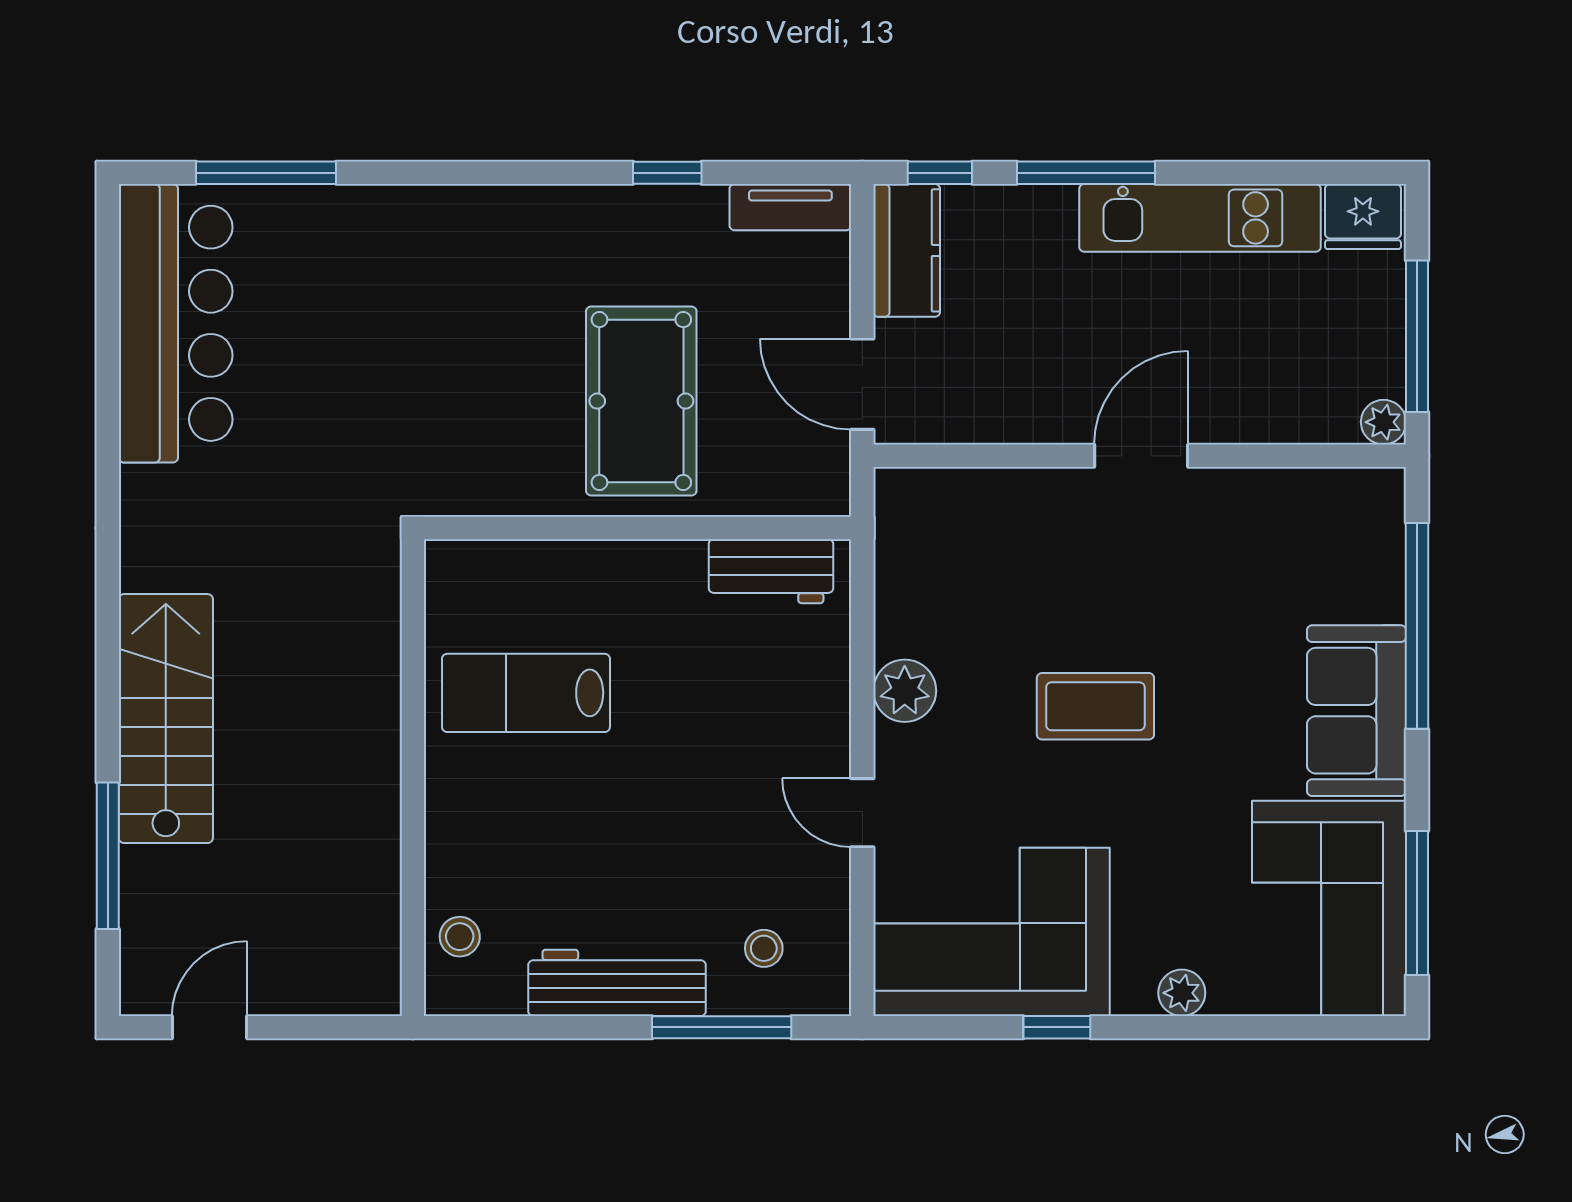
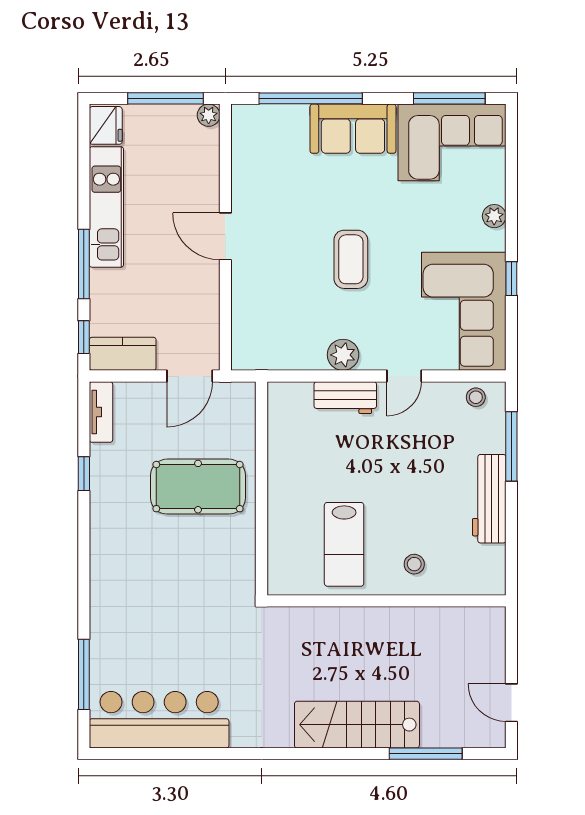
workbench: (771, 571) -> (345, 398), moved, turned 90
stool: (460, 937) -> (414, 564), moved
stool: (764, 948) -> (476, 397), moved

